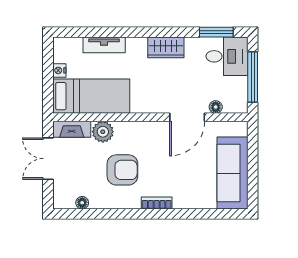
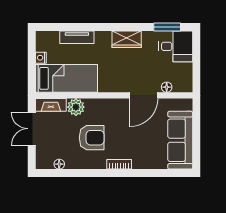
window: (253, 77) -> (196, 63), removed

